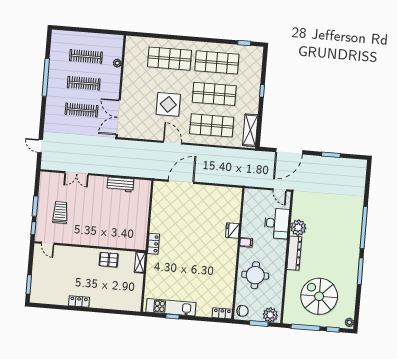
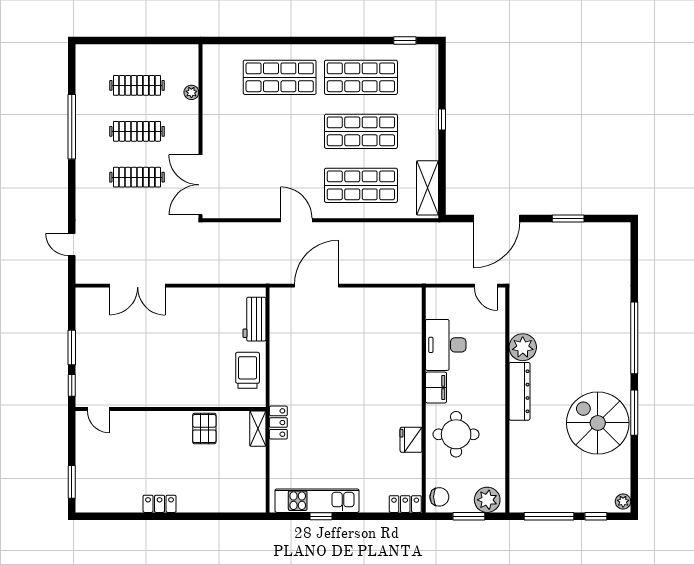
display table: (168, 104) -> (284, 156), removed
double door: (77, 173) -> (138, 286), width x1.37
workbench: (120, 185) -> (254, 319), moved, turned 90
trolley: (60, 212) -> (248, 370), moved
desk: (277, 223) -> (446, 345), moved, turned 180
fridge: (232, 231) -> (411, 440), moved
filing cabinet: (246, 242) -> (436, 388), width x2.00
locker: (153, 244) -> (278, 423), moved
pallet: (109, 260) -> (204, 429), turned 90
spiral stairs: (319, 296) -> (598, 423), moved

